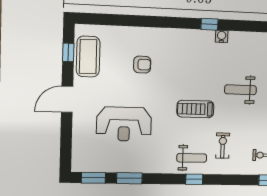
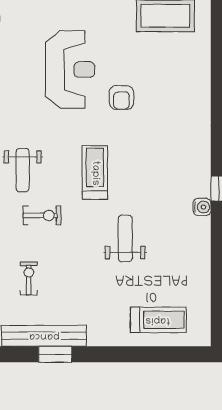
armchair: (142, 65) -> (121, 98), moved
reception desk: (124, 124) -> (70, 70), turned 180

